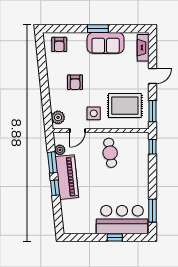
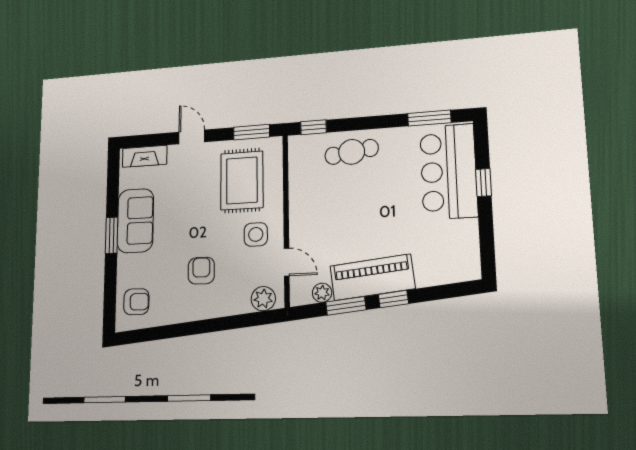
armchair: (75, 82) -> (201, 271), turned -90
cafe table: (110, 153) -> (352, 152), moved

